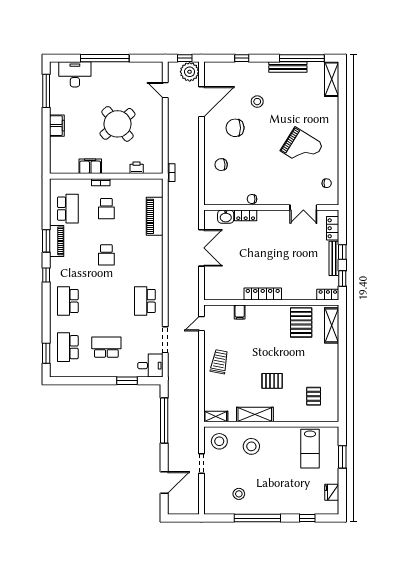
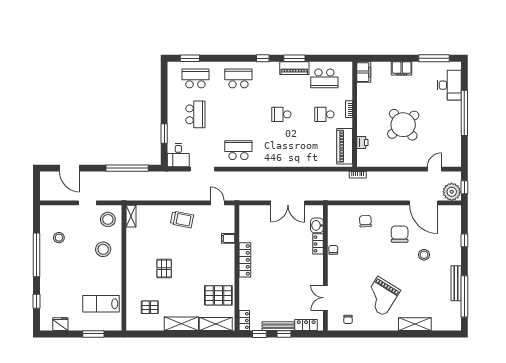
shelving: (332, 79) -> (415, 324), moved
filing cabinet: (90, 166) -> (364, 72), moved
piano: (155, 216) -> (345, 146), moved, turned -90
shelving: (255, 414) -> (181, 324), moved, turned 90

